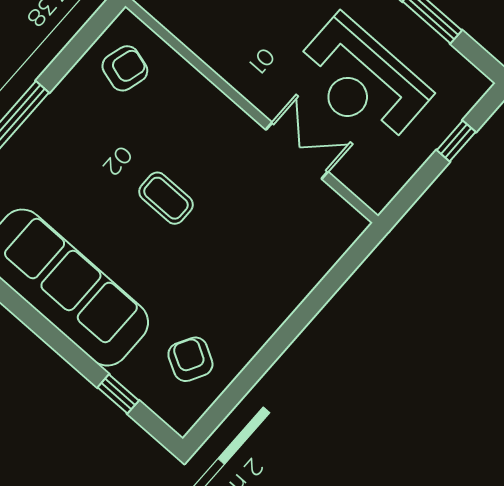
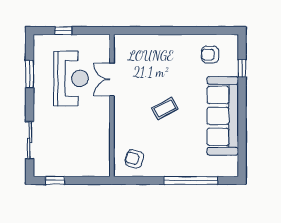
coffee table: (166, 198) -> (165, 109), turned 62
armchair: (190, 359) -> (210, 55), turned 61

